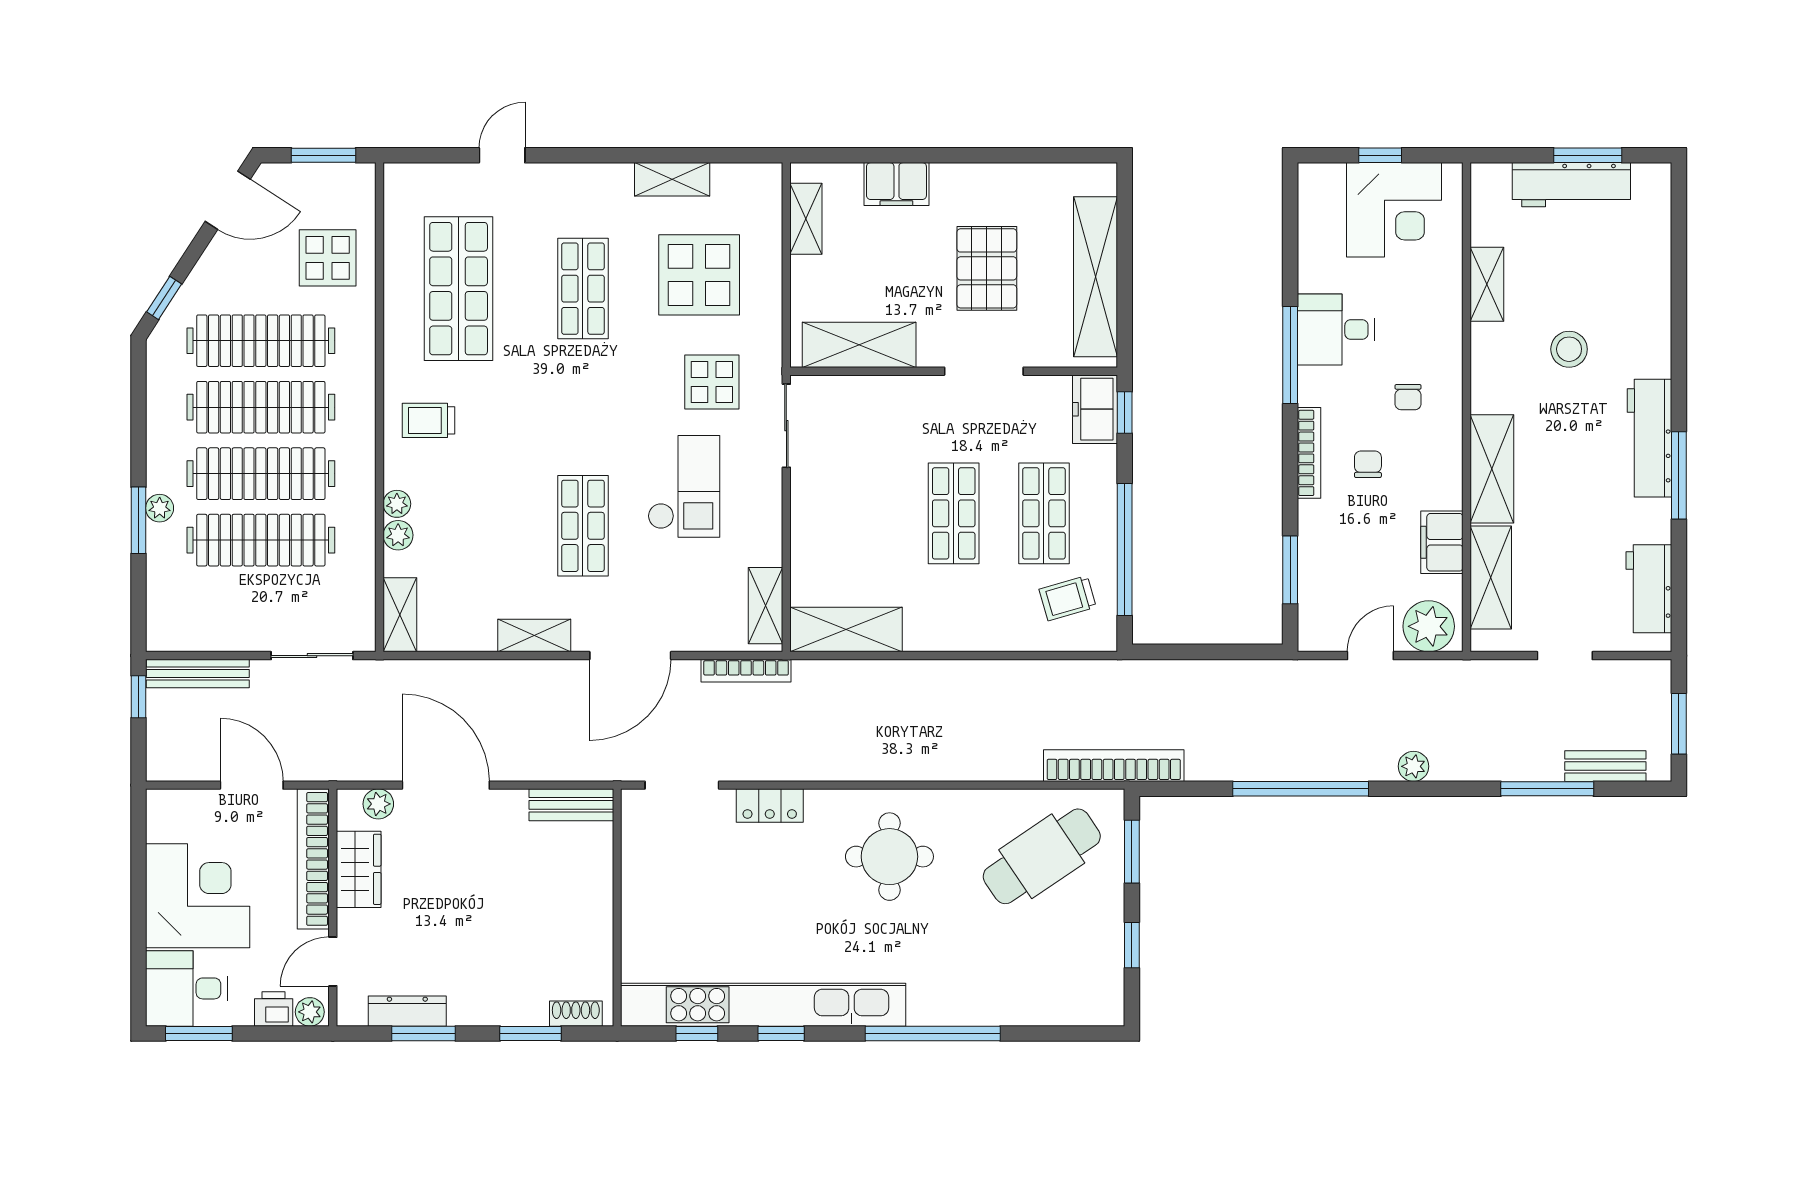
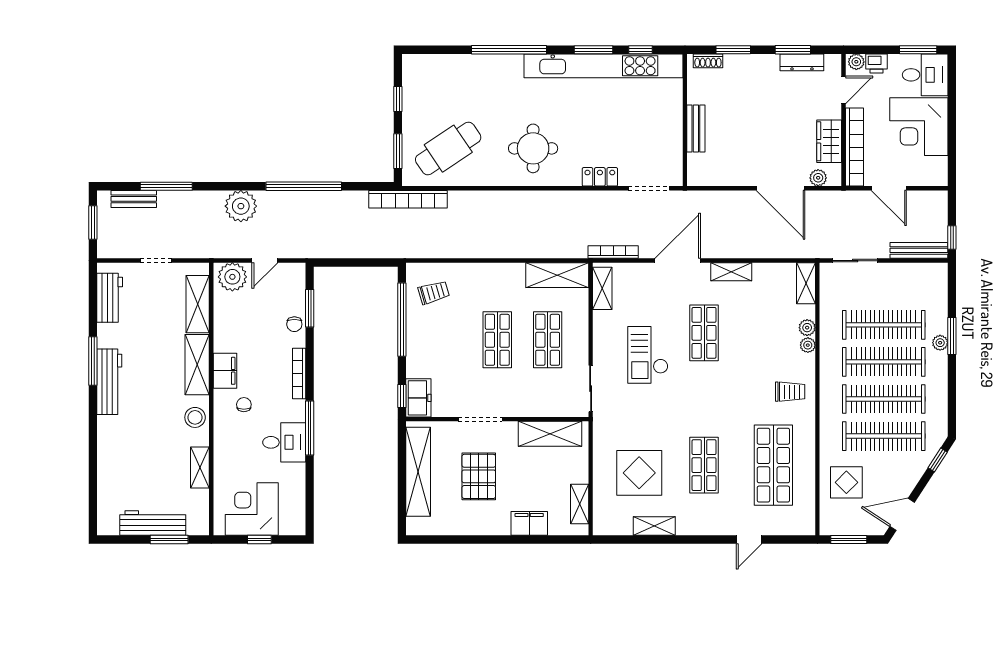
window: (1588, 155) -> (169, 539), moved
stool: (1569, 349) -> (195, 417), moved
display table: (712, 382) -> (632, 413), removed
chair: (1368, 464) -> (294, 324), moved
shop shelf: (1044, 513) -> (548, 340), moved
filing cabinet: (1442, 542) -> (225, 371), moved
plant: (1413, 766) -> (241, 206), width x1.87, depth x1.87
bench: (571, 805) -> (696, 128), moved, turned 90
window: (781, 1033) -> (594, 50), width x1.50

